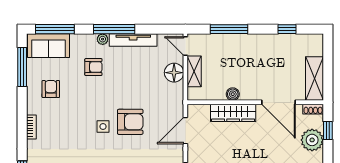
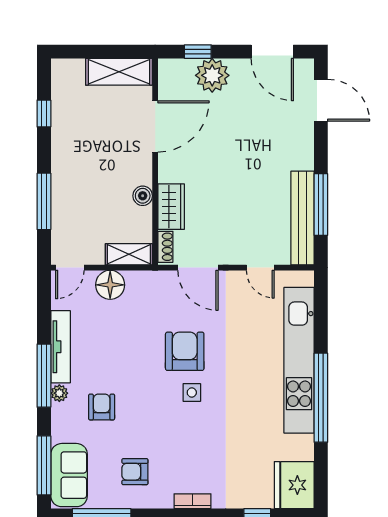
shelving: (194, 71) -> (129, 254), moved
shoe rack: (313, 109) -> (165, 247), moved
wardrobe: (233, 113) -> (171, 207), width x0.67

